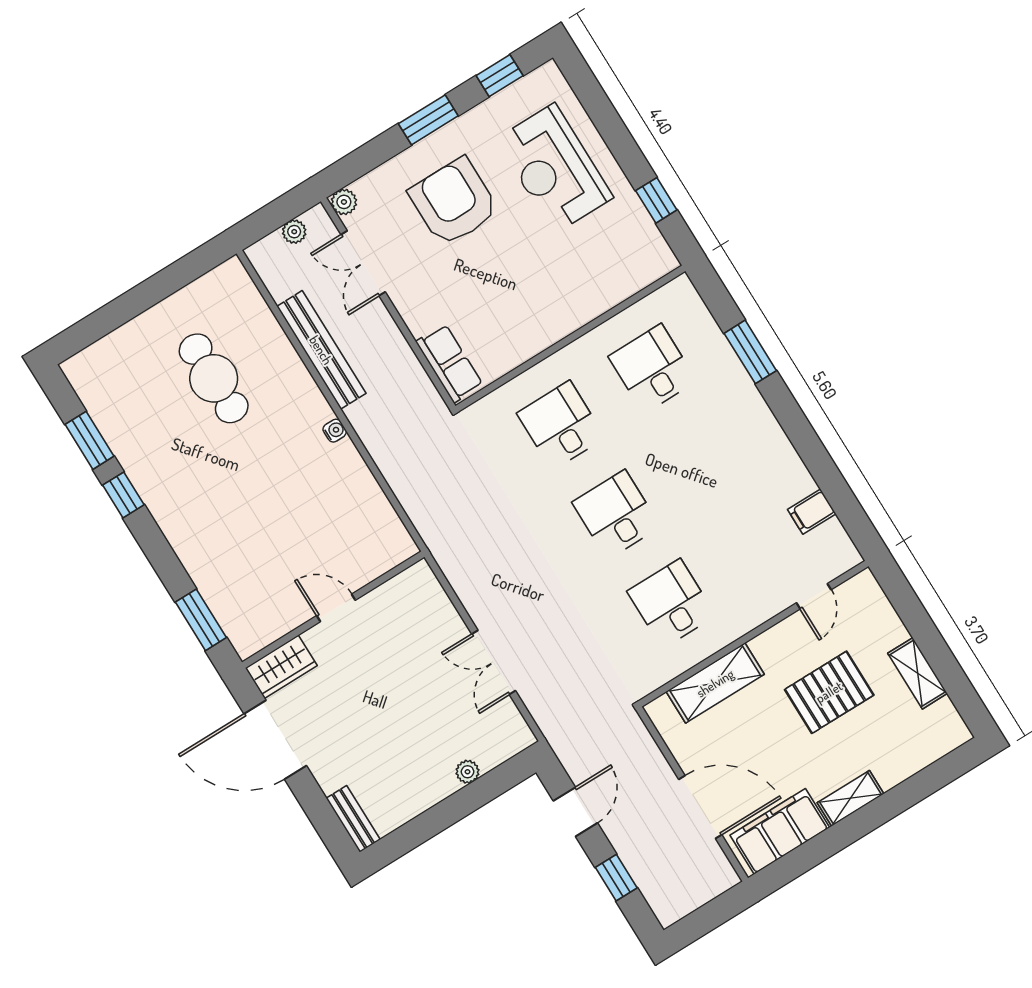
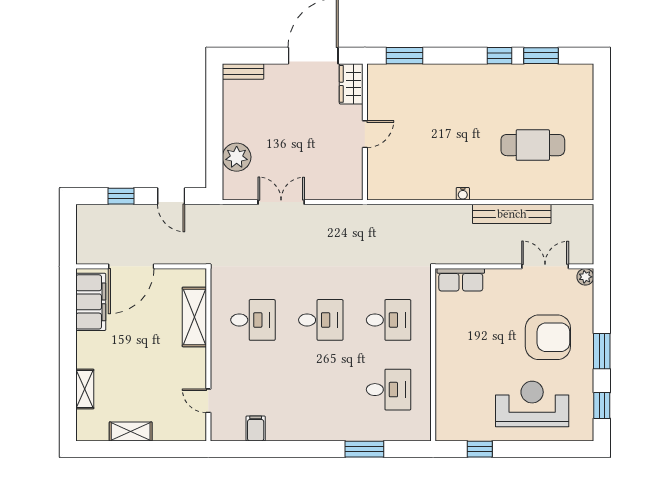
plant: (294, 232) -> (586, 239), removed
pallet: (829, 692) -> (150, 376), removed
plant: (468, 772) -> (237, 157), width x1.87, depth x1.87
shelving: (851, 798) -> (85, 389), moved

